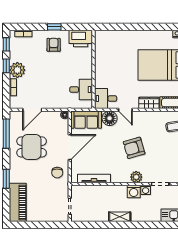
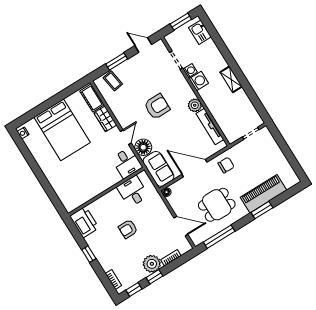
armchair: (54, 45) -> (128, 229), moved
dining table: (32, 147) -> (217, 205), turned 90
armchair: (134, 148) -> (157, 106), turned -74
plant: (136, 177) -> (195, 105), moved
piano: (18, 202) -> (264, 194), moved

